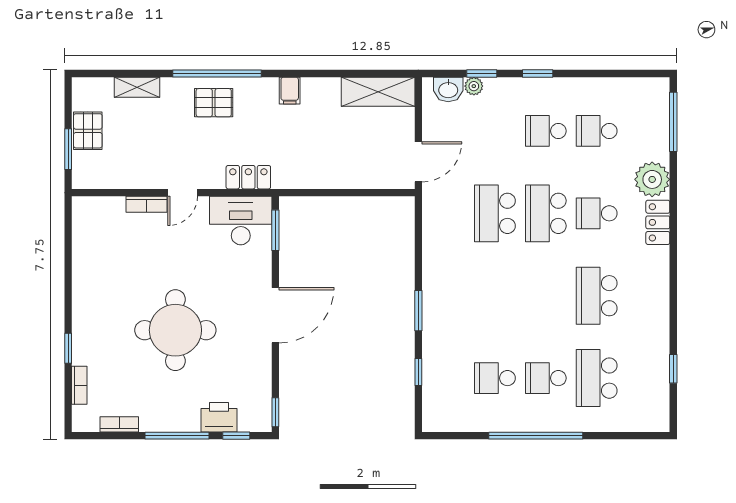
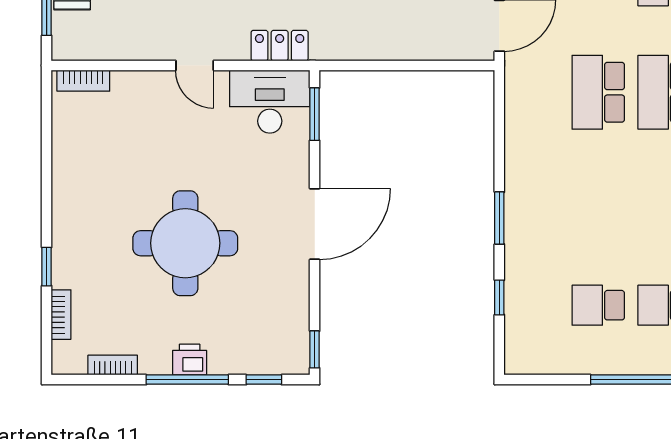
door: (183, 193) -> (195, 65), hinge flipped
bookcase: (147, 204) -> (83, 81), moved
printer: (219, 417) -> (190, 360), moved, width x0.73, depth x0.81

